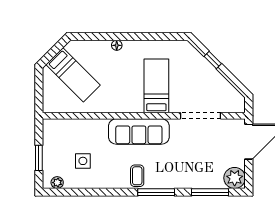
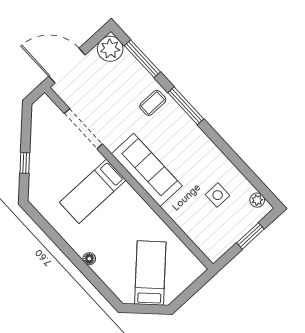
coffee table: (137, 176) -> (153, 103), moved

